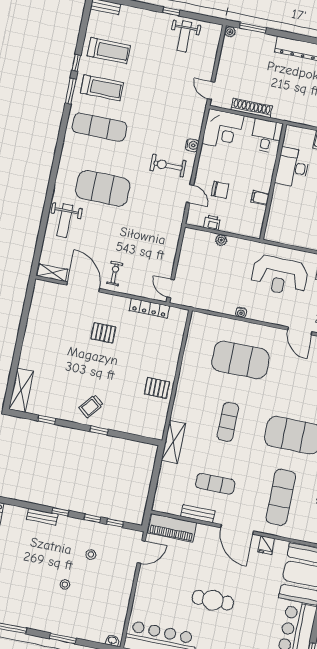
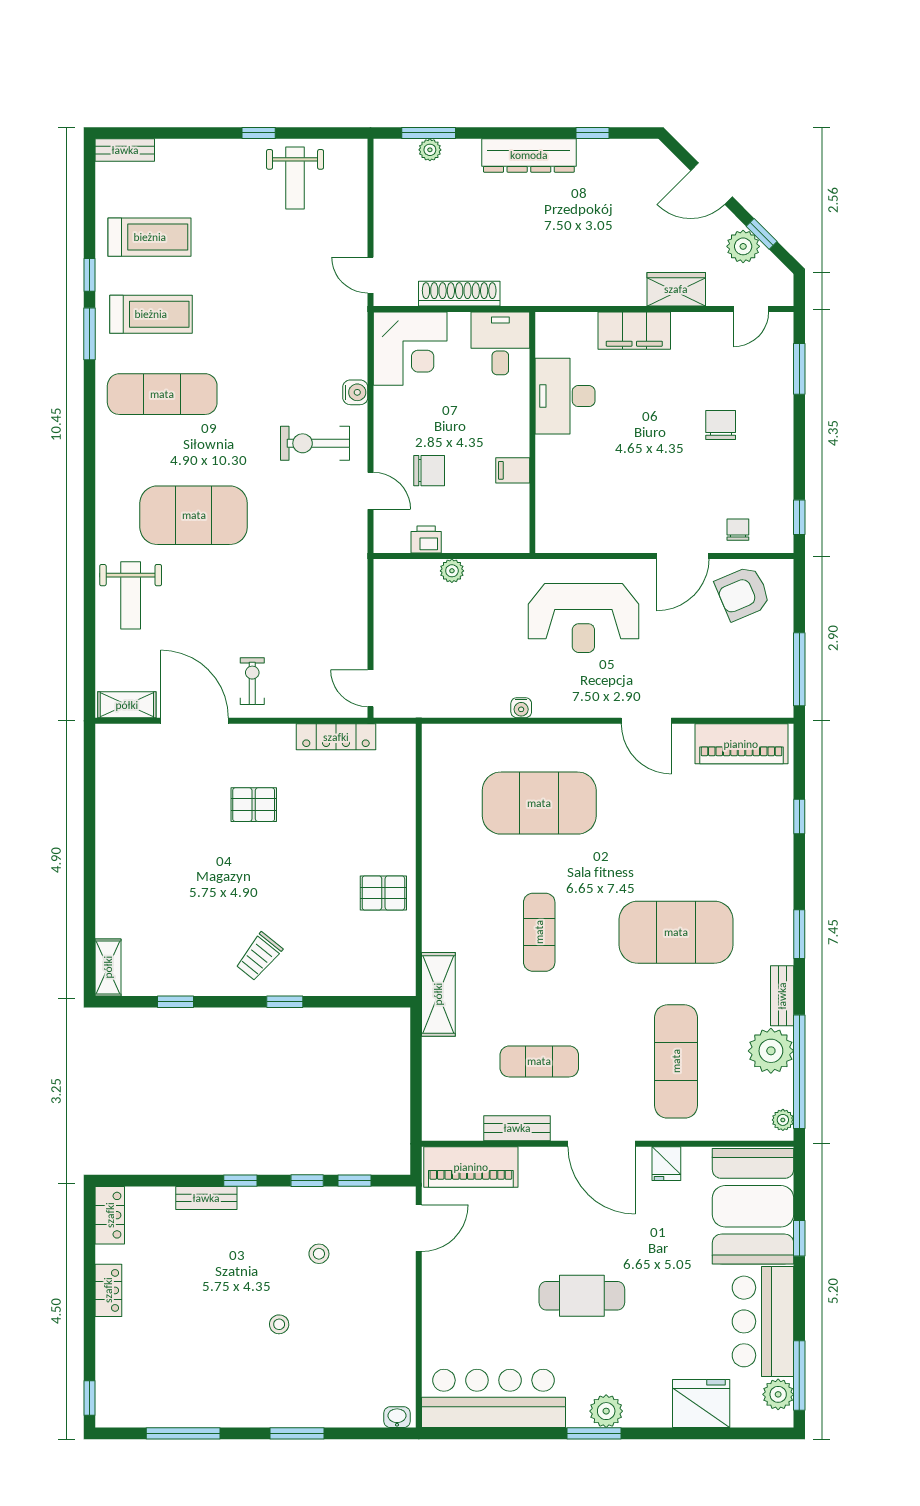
plant: (230, 32) -> (430, 150), moved
shelving: (21, 390) -> (108, 967), width x0.67, depth x0.75

